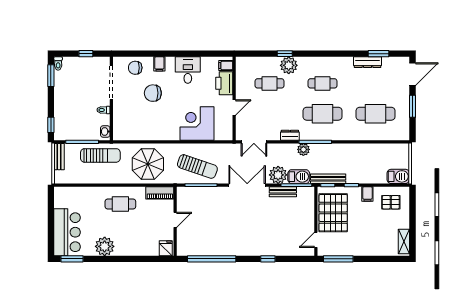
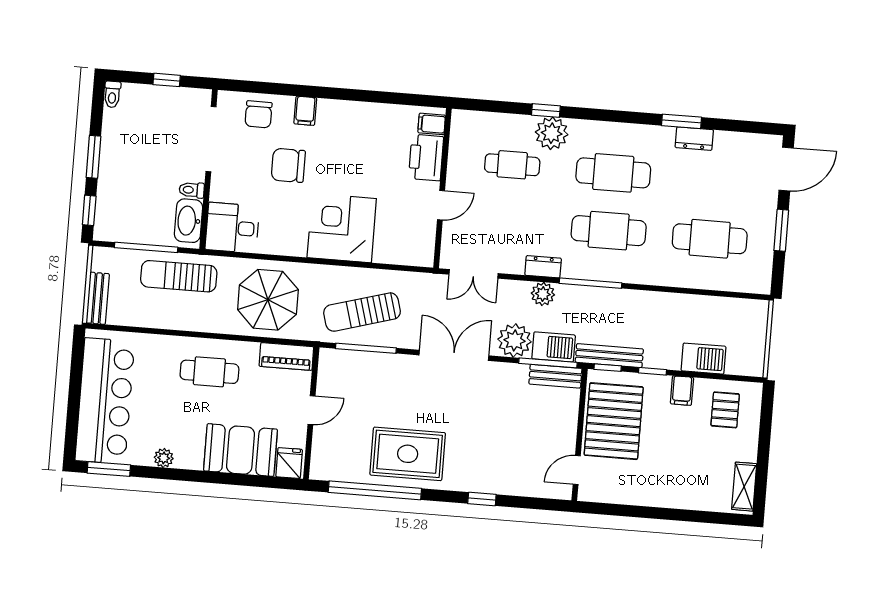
window: (378, 54) -> (681, 121), moved
dresser: (368, 62) -> (694, 139), width x0.70
chair: (135, 68) -> (259, 114), turned -90
desk: (188, 70) -> (232, 228), moved, turned -90
window: (51, 76) -> (93, 157), moved
cafe table: (323, 83) -> (613, 173), width x1.37, depth x1.35
corner desk: (197, 124) -> (342, 228), moved
washbasin: (105, 131) -> (189, 221), width x1.91, depth x1.45
plant: (303, 149) -> (543, 294), moved
sun lounger: (100, 155) -> (179, 276), turned 180
bench: (59, 157) -> (98, 298), moved
sun lounger: (197, 166) -> (362, 312), turned 145
barbecue: (398, 176) -> (704, 359), moved
bench: (283, 192) -> (555, 376), moved
pallet: (391, 202) -> (725, 410), turned 90
bar counter: (67, 232) -> (105, 401), width x1.36
rug: (227, 238) -> (408, 454), added
booth: (140, 244) -> (241, 450), added
plant: (105, 246) -> (164, 458), width x0.53, depth x0.53
window: (338, 259) -> (616, 510), removed

